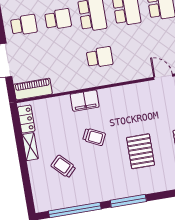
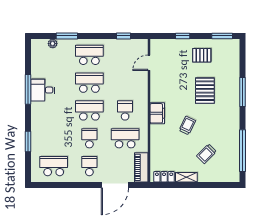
school desk: (65, 63) -> (125, 138), added
filing cabinet: (85, 101) -> (157, 113), moved
pallet: (141, 151) -> (205, 91), turned 90
window: (128, 201) -> (242, 92), moved

